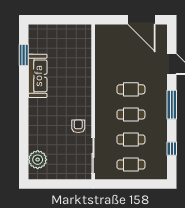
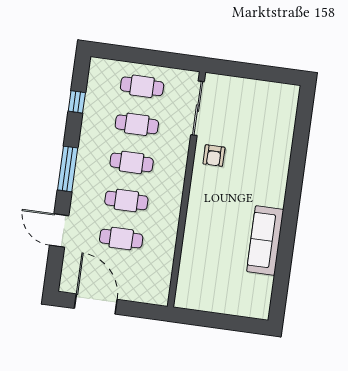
window: (24, 55) -> (282, 275), removed
cafe table: (131, 64) -> (121, 239), added
plant: (38, 160) -> (283, 113), removed

